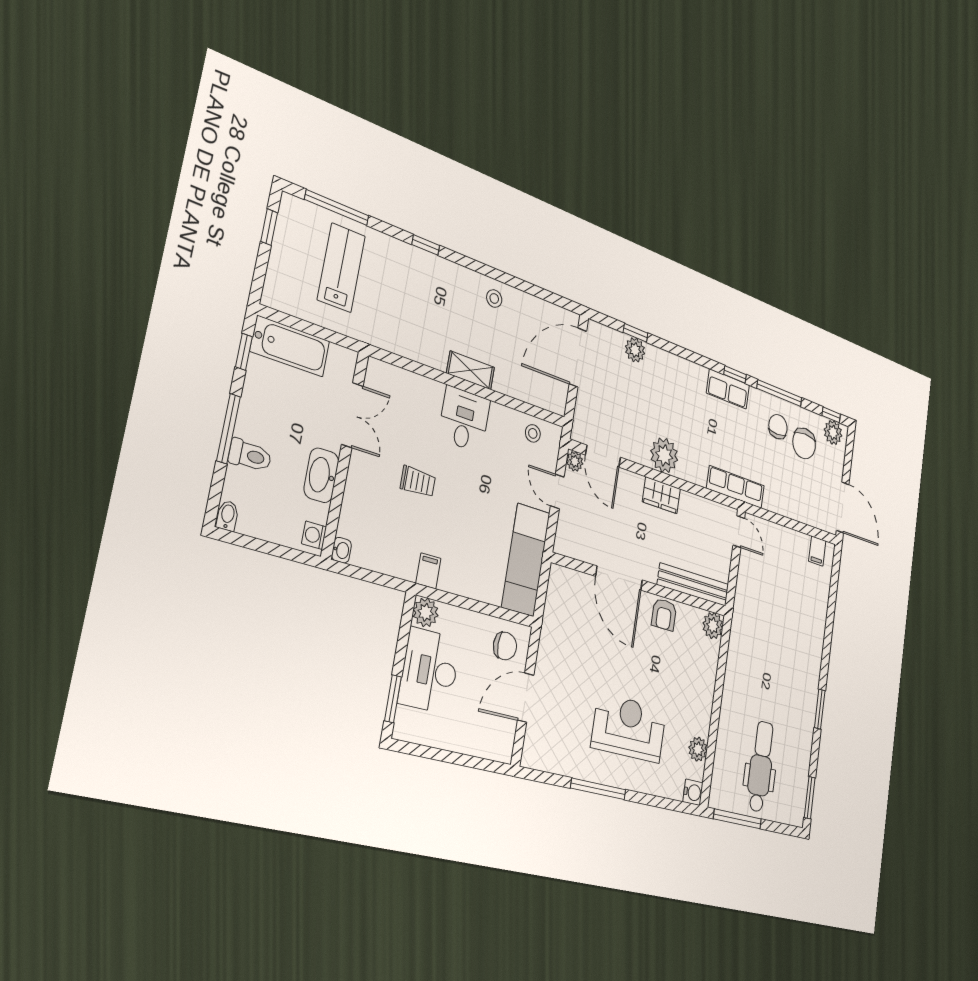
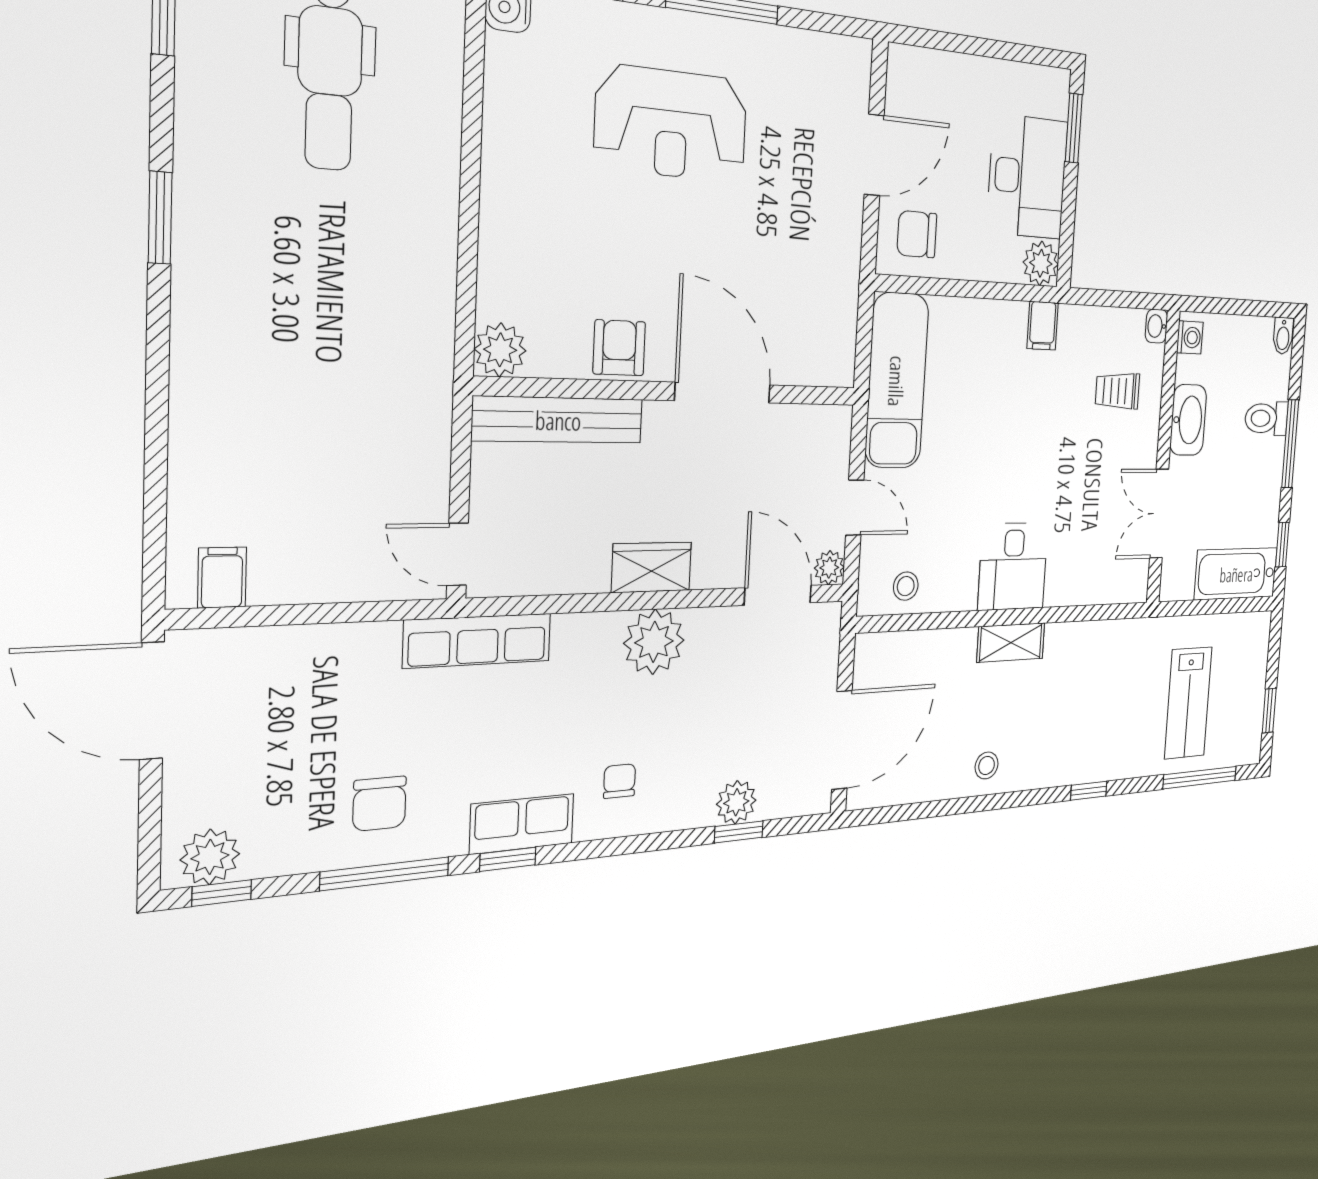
chair: (804, 443) -> (620, 781), moved, width x0.54, depth x0.54
trolley: (418, 482) -> (1117, 391), moved
plant: (698, 749) -> (506, 96), removed

